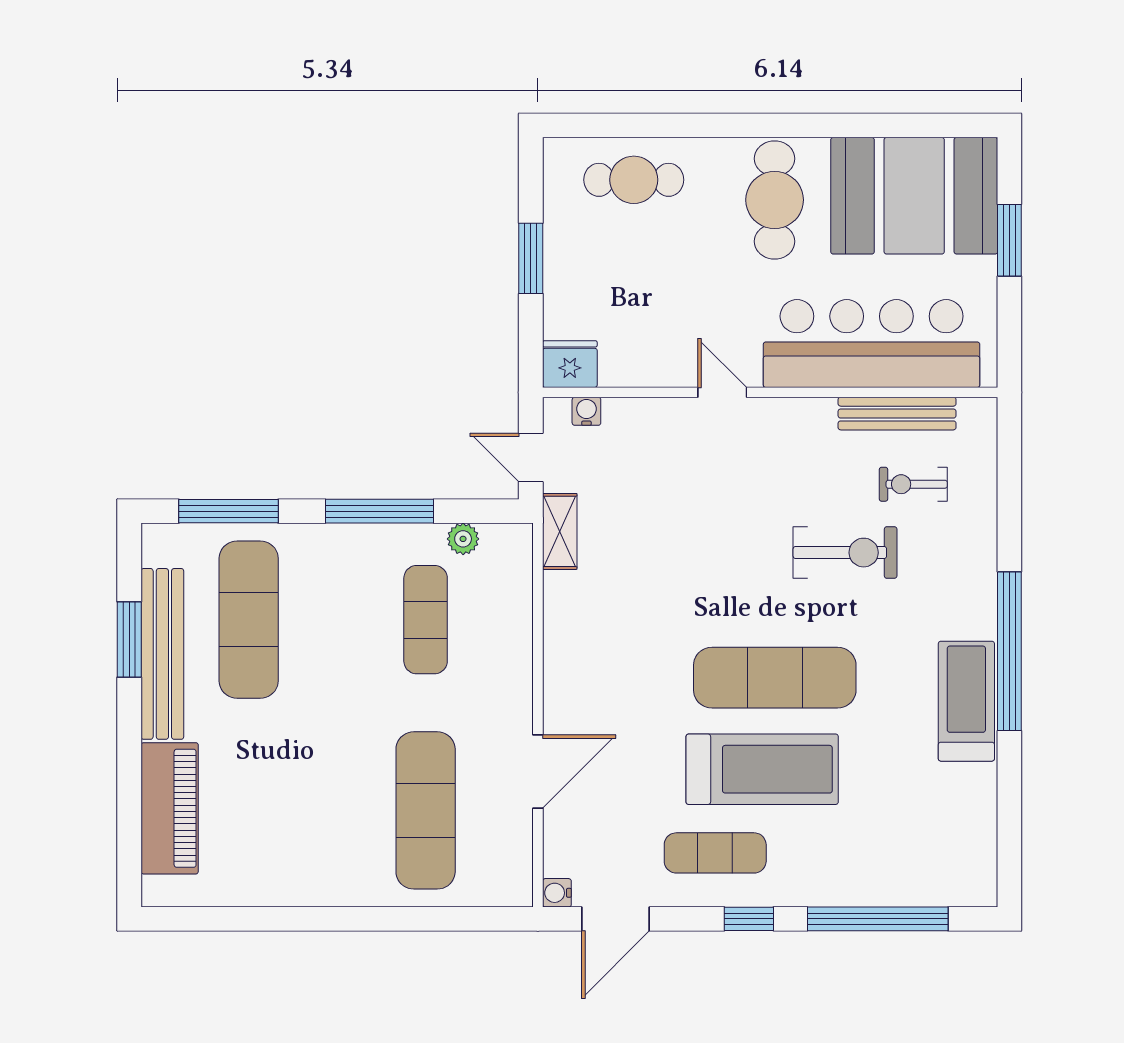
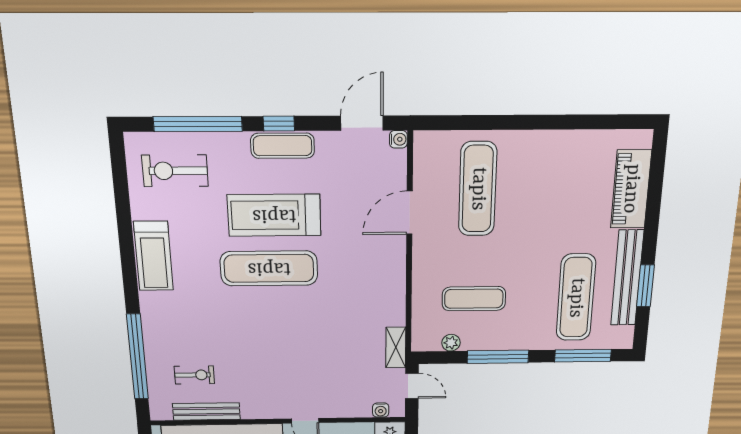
exercise bike: (845, 553) -> (175, 171), moved
exercise mat: (426, 620) -> (474, 299), turned 90
window: (1009, 651) -> (137, 357), moved
exercise mat: (715, 853) -> (283, 146), moved

